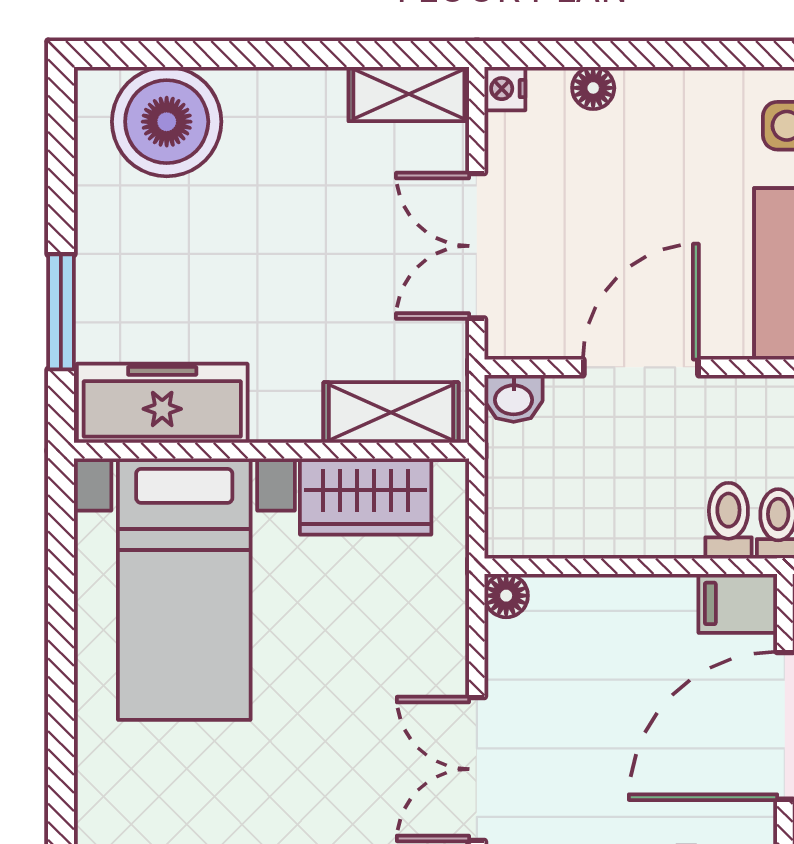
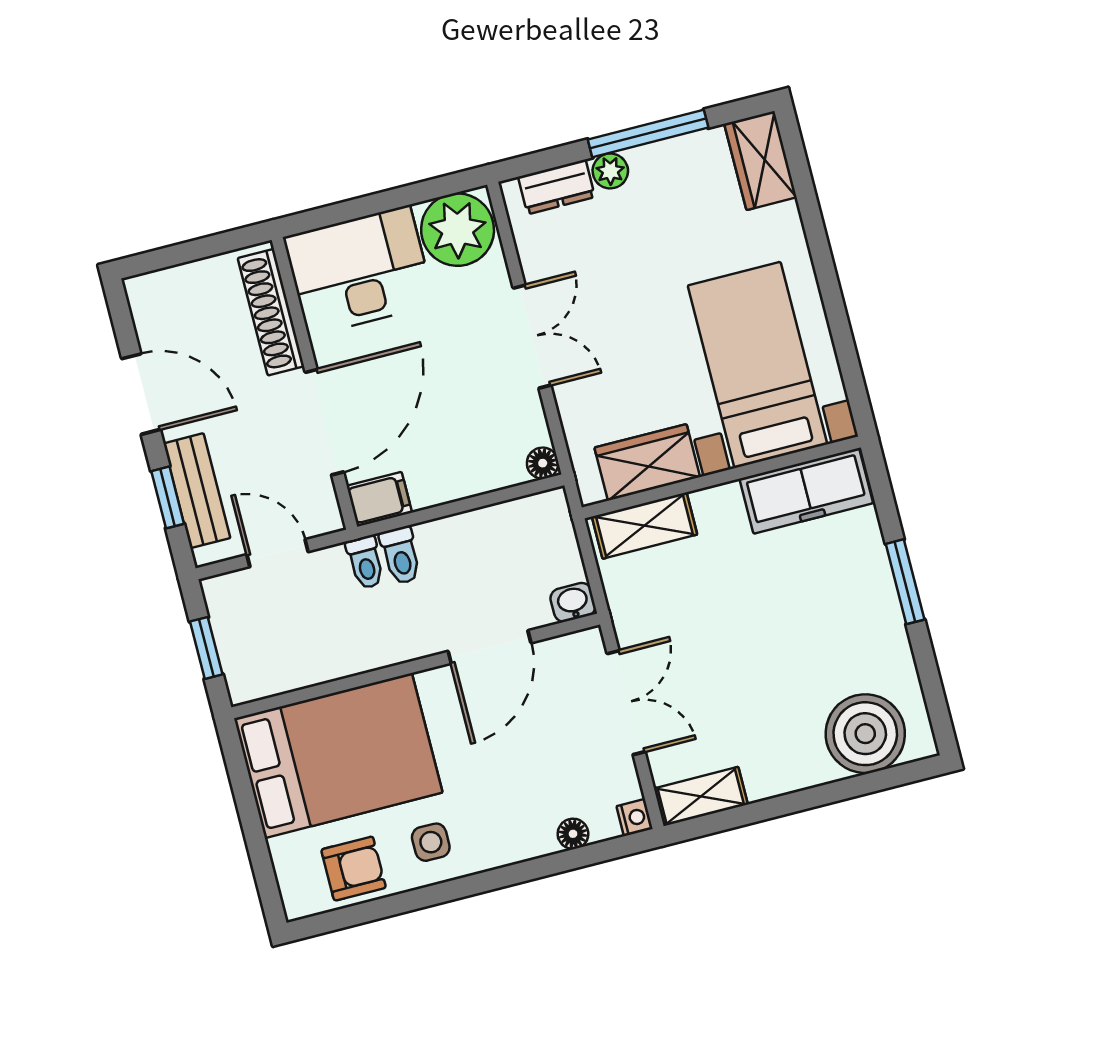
freezer: (162, 403) -> (806, 491), moved
shelving: (391, 413) -> (645, 526), moved
wall: (271, 451) -> (721, 477), moved
wardrobe: (366, 497) -> (647, 462), moved
bed with nightstands: (184, 589) -> (757, 365), moved

